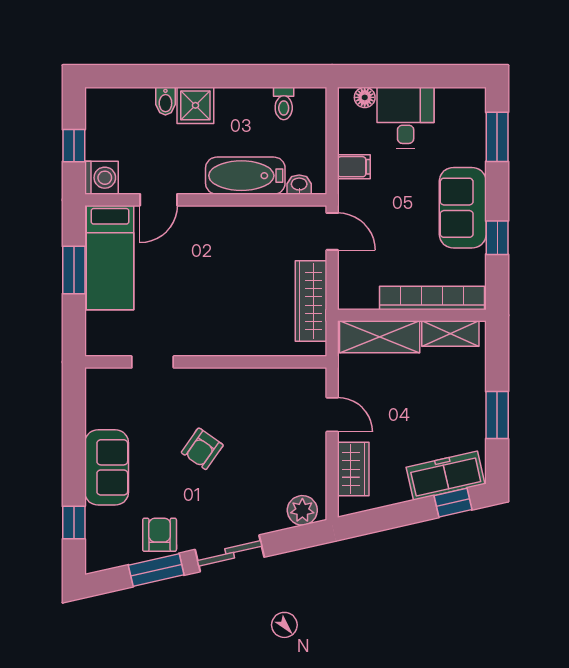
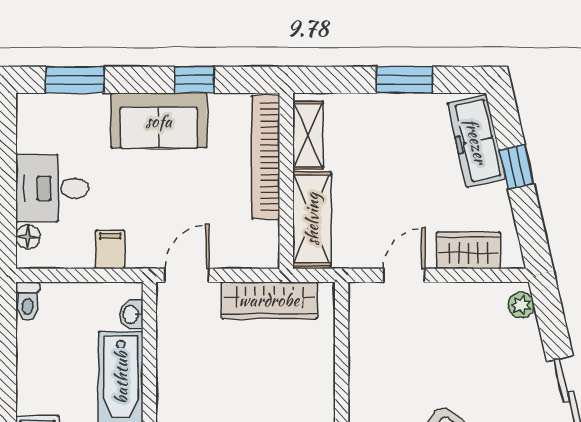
toilet: (284, 103) -> (28, 301), moved, turned 90
window: (453, 503) -> (516, 167), moved
plant: (302, 510) -> (521, 305), width x0.73, depth x0.73

